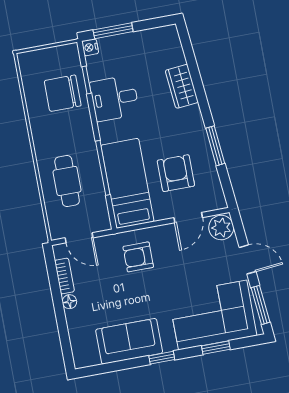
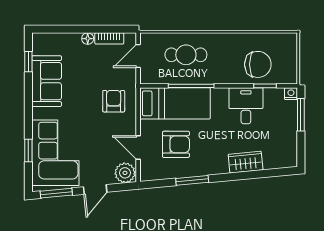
chair: (63, 93) -> (258, 64), turned 90
window: (162, 358) -> (28, 62), moved

